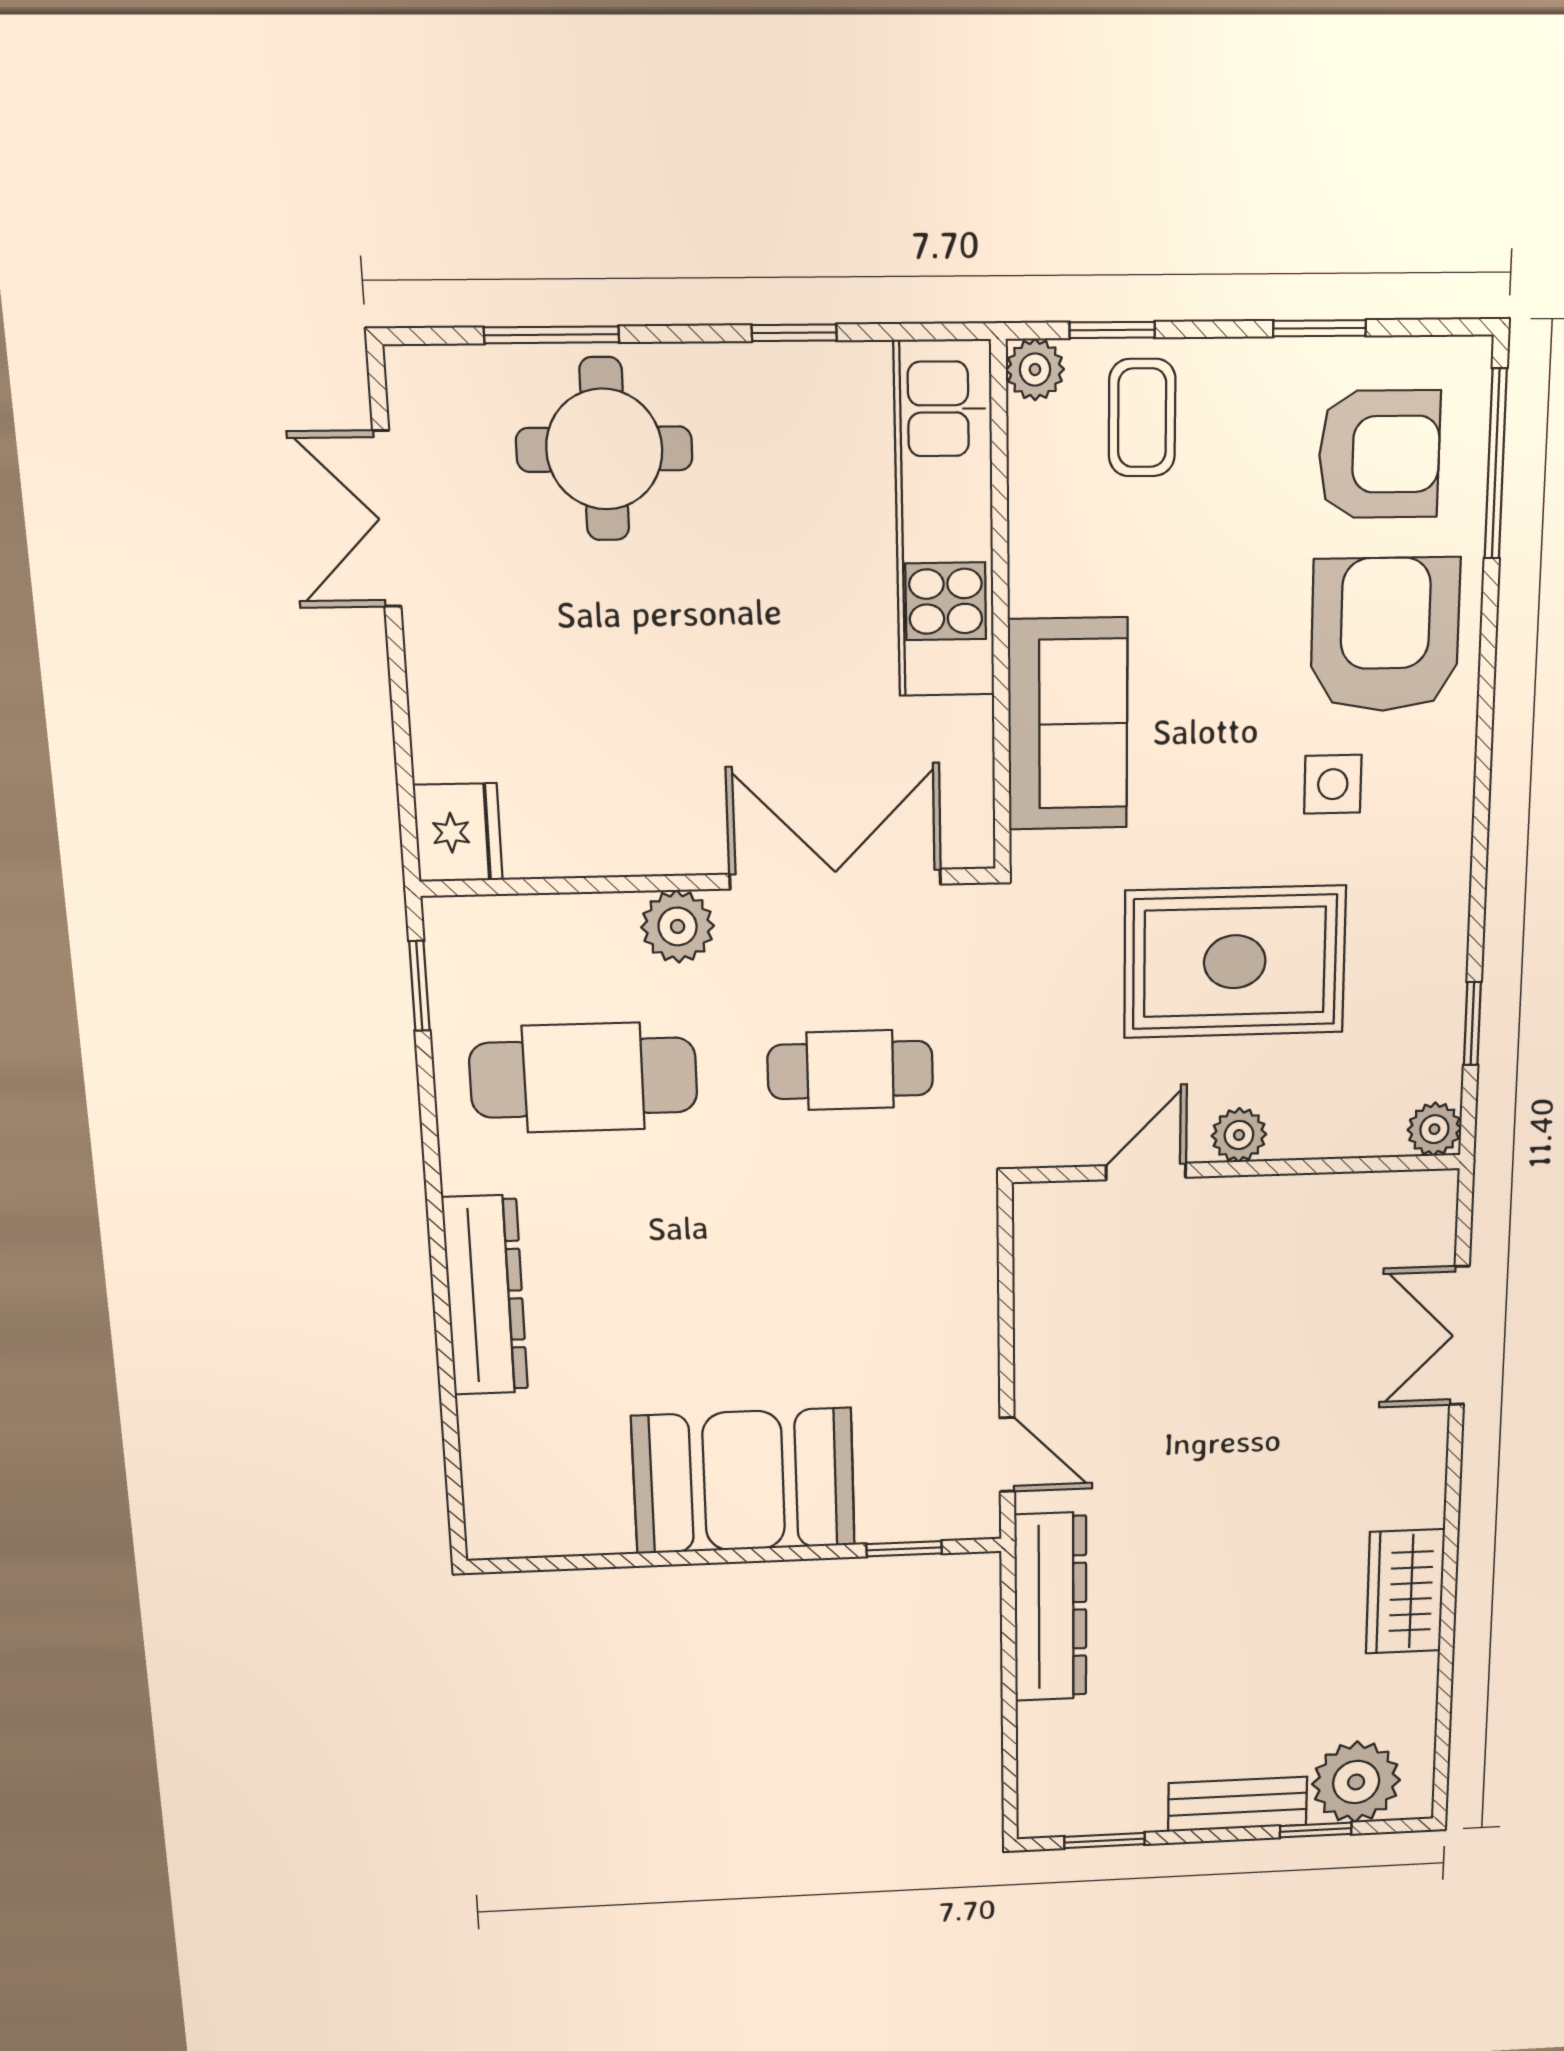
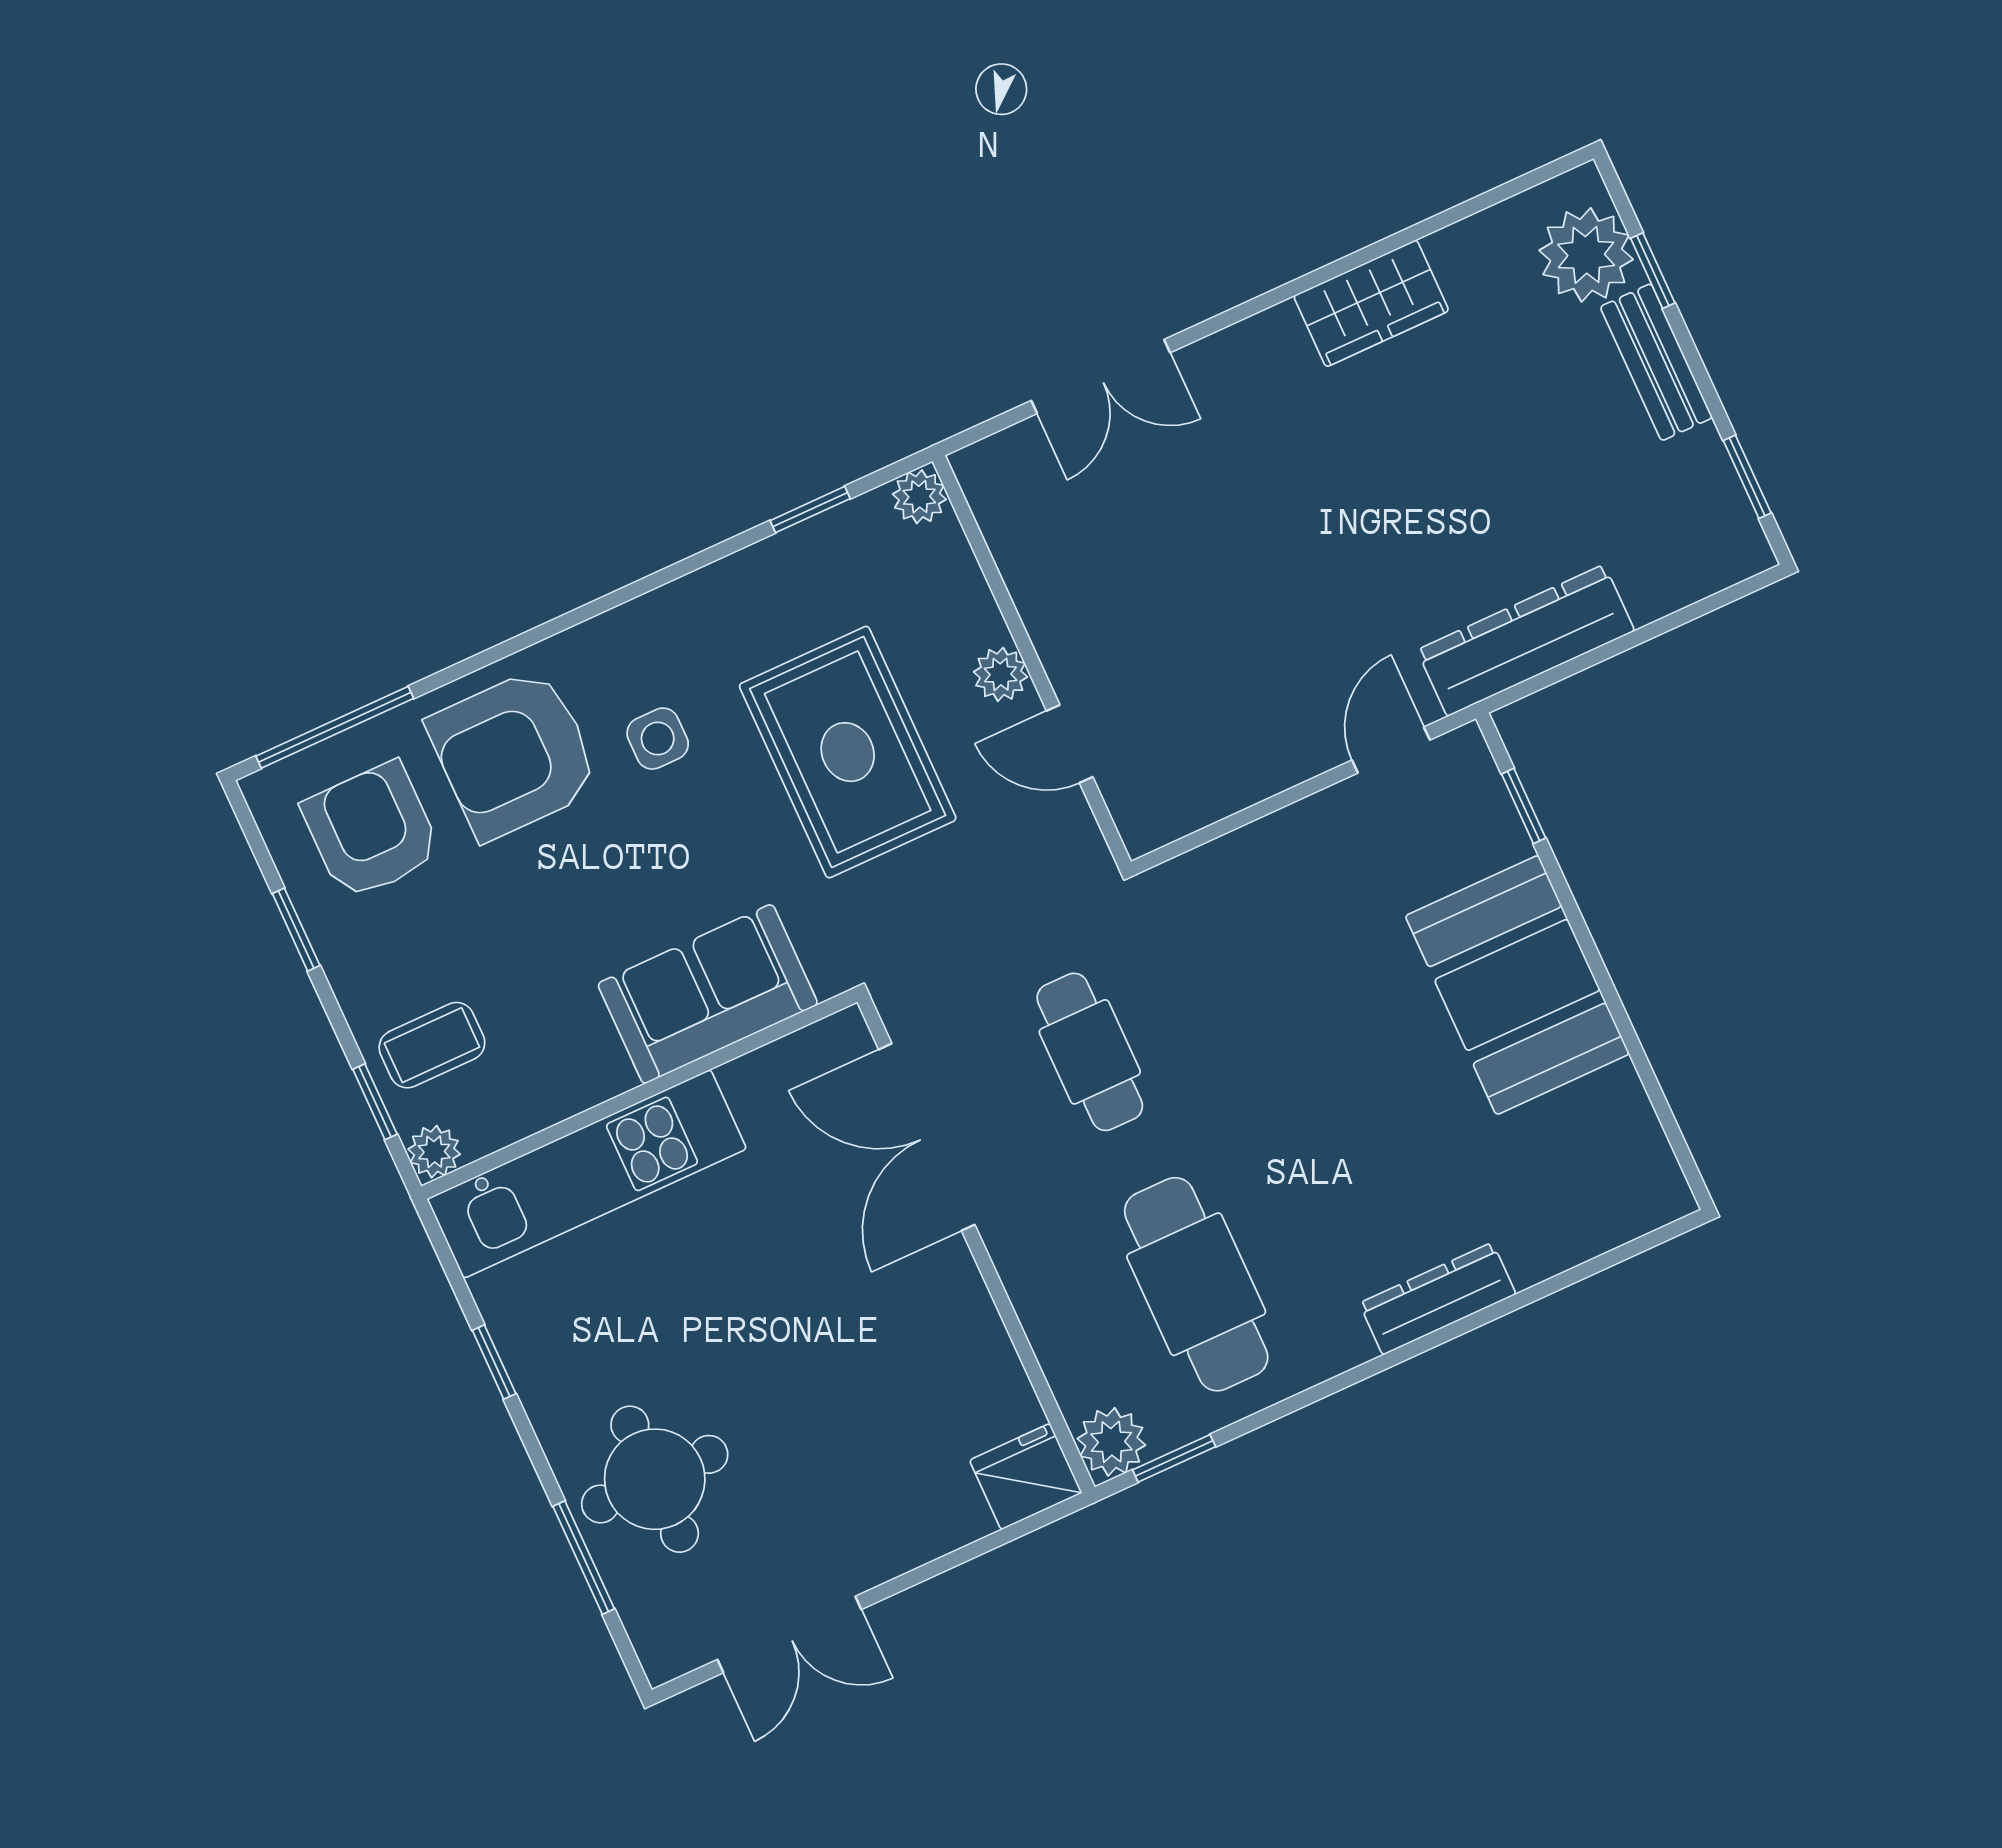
plant: (678, 926) -> (1111, 1442), moved
dresser: (485, 1295) -> (1438, 1299), width x0.73, depth x0.80

